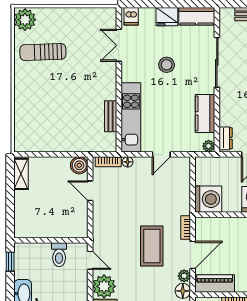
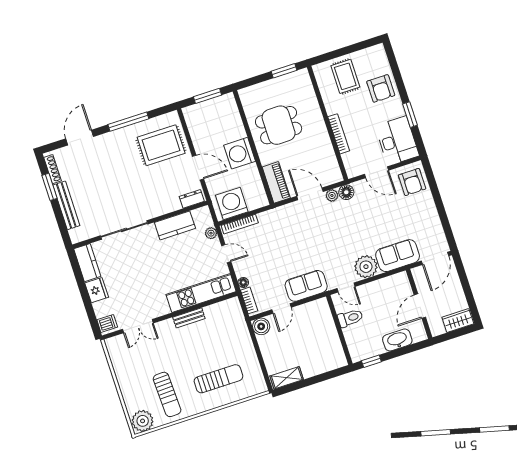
stool: (167, 65) -> (141, 276), removed
sun lounger: (42, 107) -> (218, 379), added
bench: (111, 116) -> (189, 318), moved
plant: (209, 146) -> (211, 233), moved
washing machine: (208, 199) -> (232, 204), moved
sofa: (104, 222) -> (306, 286), added
bookcase: (186, 228) -> (240, 224), moved, width x1.56
coffee table: (152, 246) -> (314, 235), removed
door: (90, 260) -> (346, 287), swing flipped
piano: (215, 284) -> (276, 182), moved, turned 180

